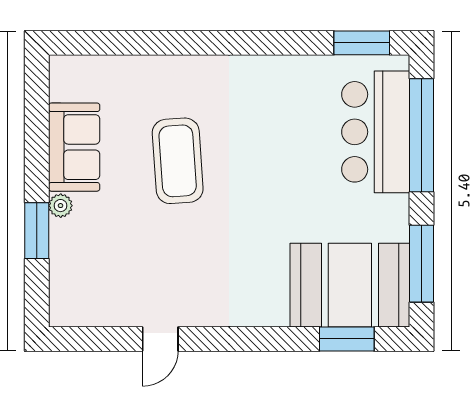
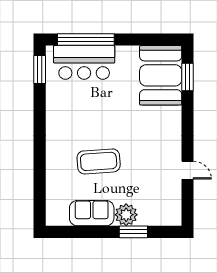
plant: (61, 206) -> (126, 215), width x1.87, depth x1.87
window: (422, 264) -> (150, 40), removed

